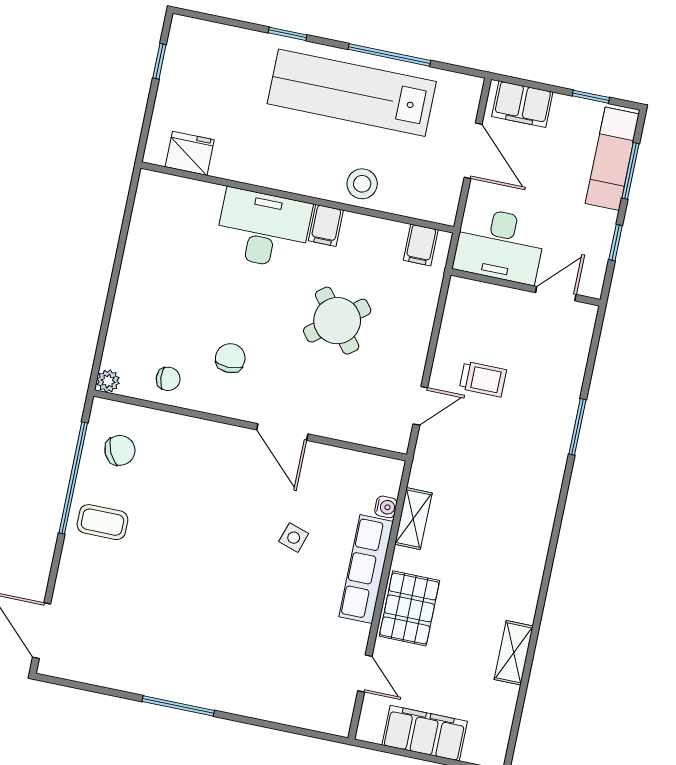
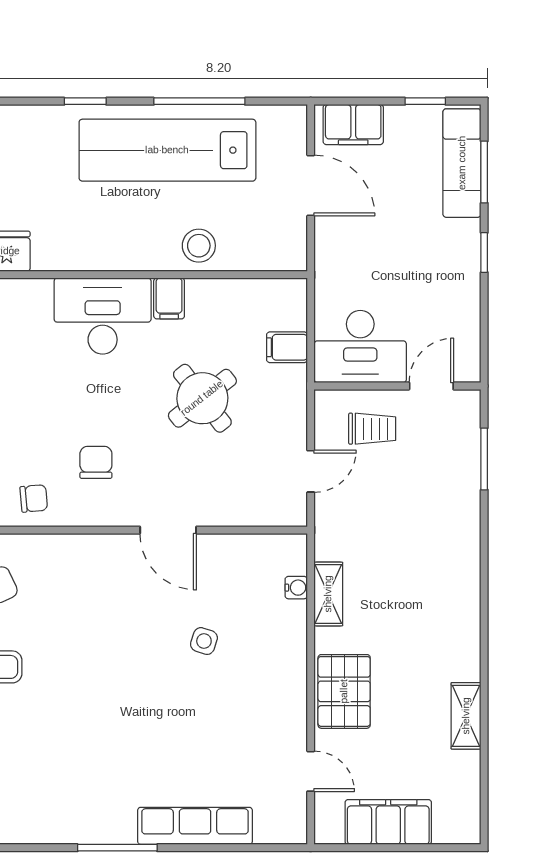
filing cabinet: (421, 245) -> (287, 347), moved, turned 90
desk: (500, 245) -> (360, 347), moved
wall: (526, 287) -> (397, 386), moved
door: (556, 294) -> (431, 386), moved
row of seats: (366, 569) -> (195, 826), moved, turned 90

